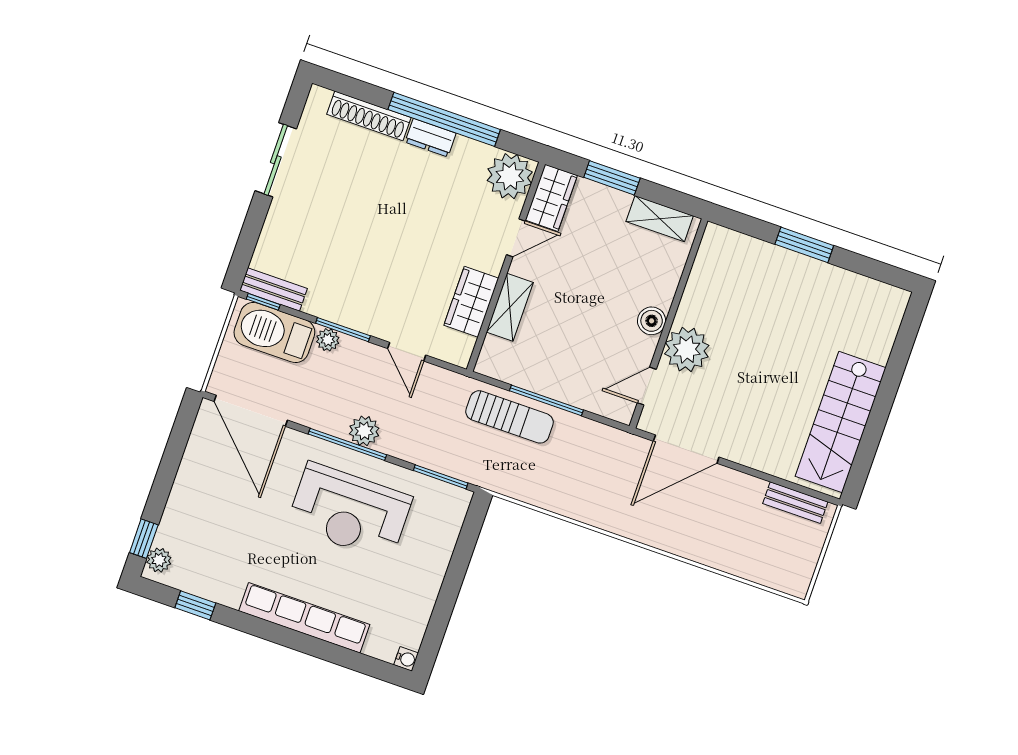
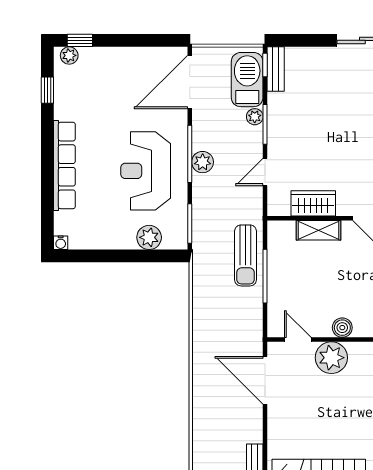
plant: (440, 538) -> (149, 237), added

